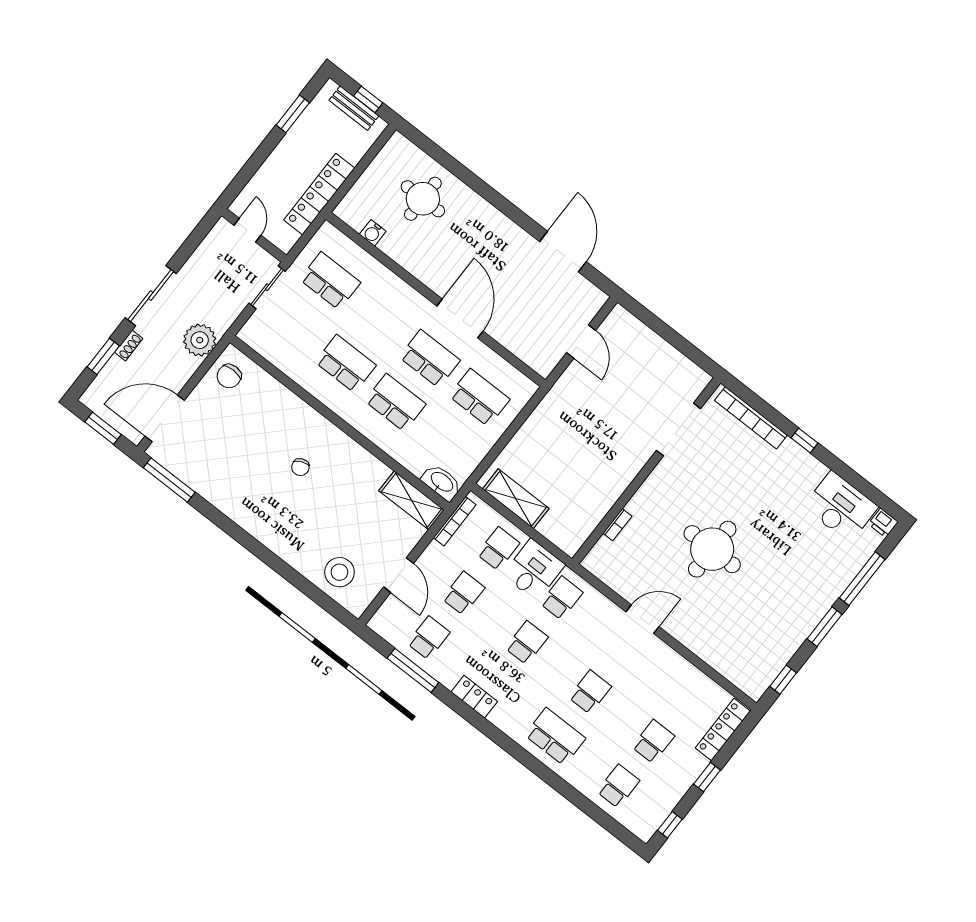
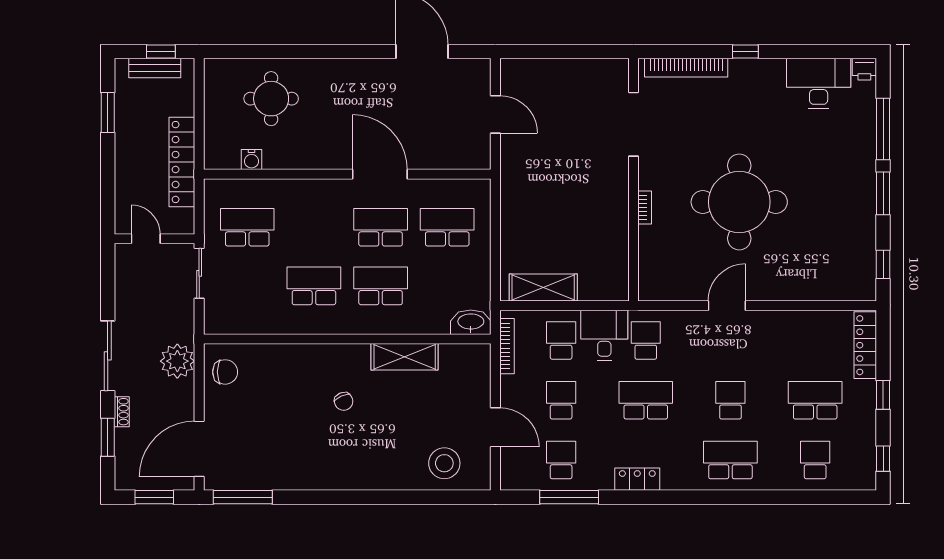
chair: (229, 376) -> (225, 372), turned -90
shelving: (411, 500) -> (405, 357), moved
bookcase: (617, 525) -> (645, 208), moved
round table: (712, 549) -> (739, 202), width x1.36, depth x1.36
school desk: (527, 643) -> (646, 400), width x1.85
school desk: (653, 741) -> (815, 400), width x1.85

